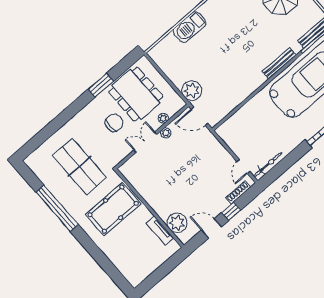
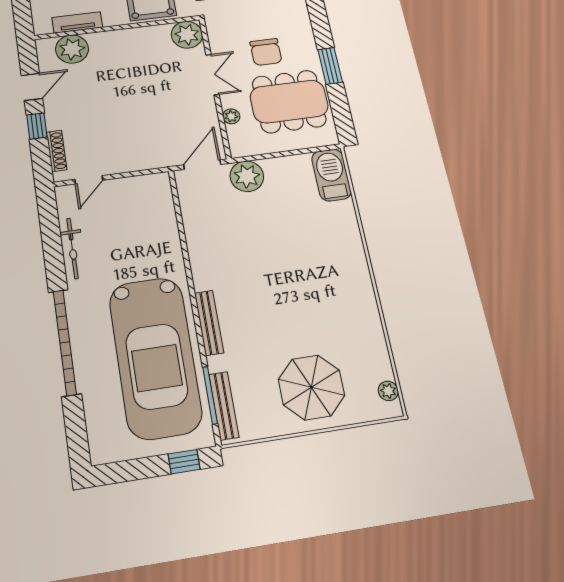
barbecue: (190, 27) -> (331, 175), moved
plant: (166, 133) -> (187, 35), moved, width x1.88, depth x1.88
bicycle: (268, 165) -> (72, 248), moved
door: (243, 167) -> (89, 180), swing flipped

